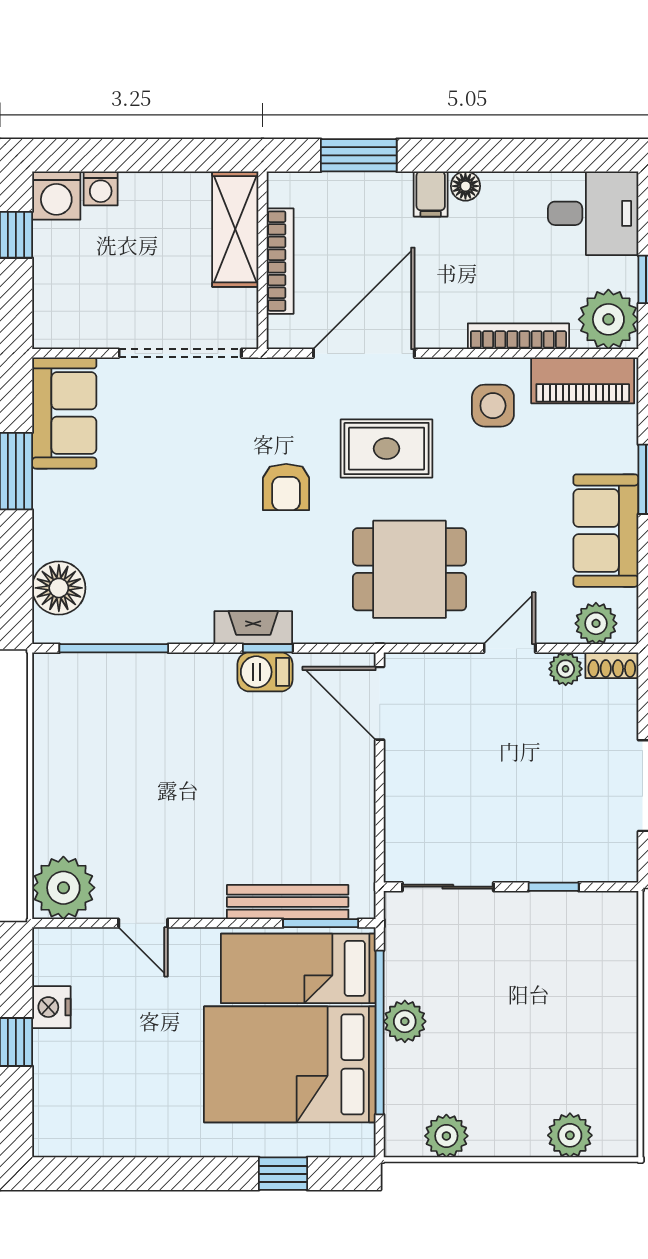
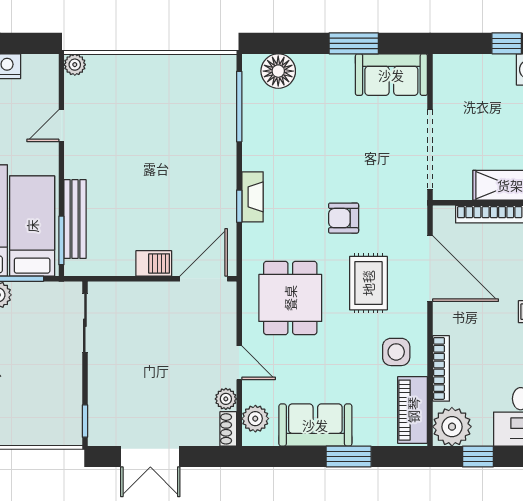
barbecue: (265, 672) -> (154, 263), moved, turned 90
window: (554, 887) -> (85, 421), moved
plant: (63, 888) -> (75, 65), width x0.53, depth x0.53

